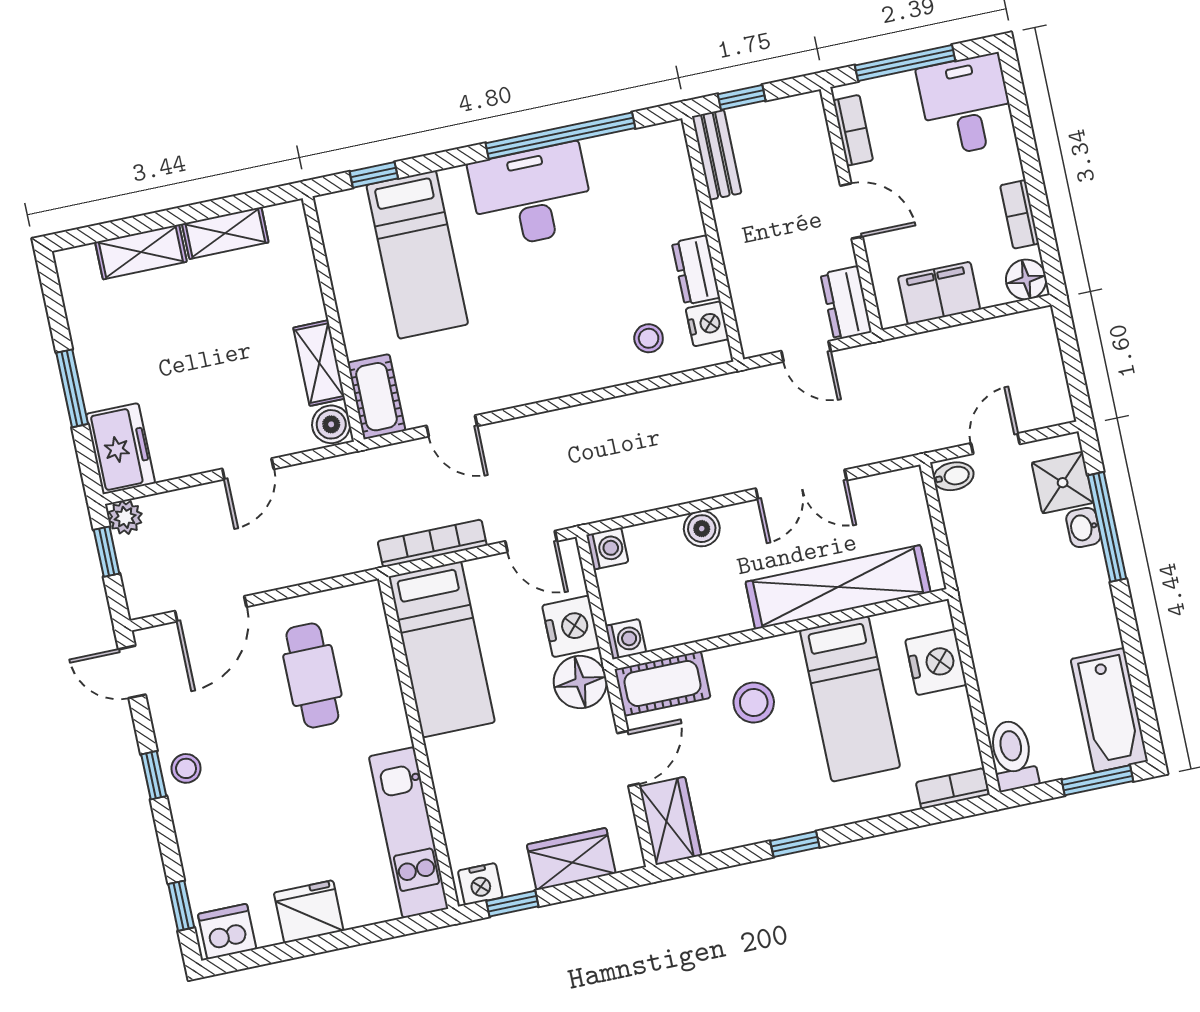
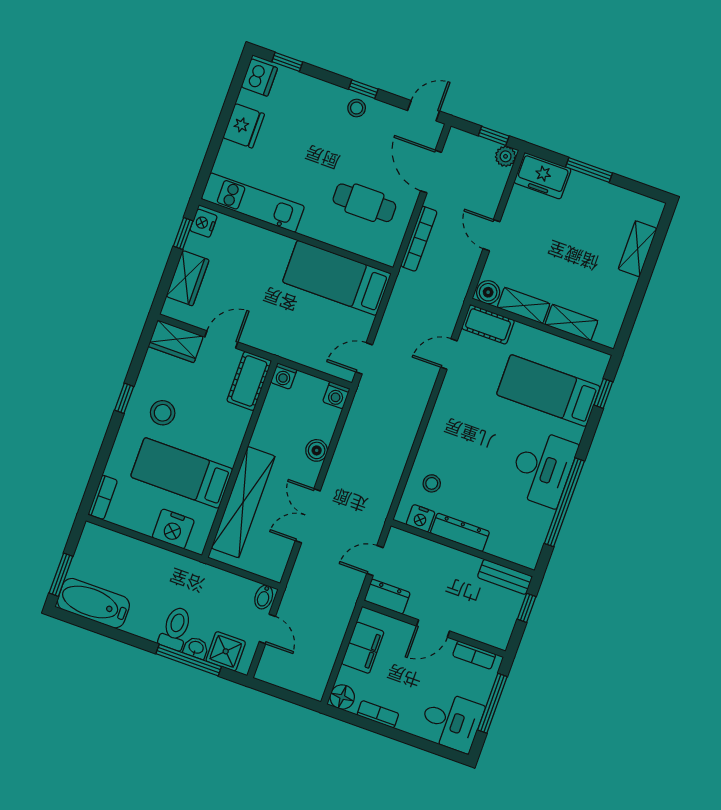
shelving: (225, 233) -> (571, 323), moved, turned 90
dresser: (696, 270) -> (460, 532), width x1.44
bookcase: (432, 543) -> (419, 239), moved
nightstand: (571, 626) -> (308, 352), removed
floor lamp: (580, 682) -> (276, 339), removed
stool: (754, 703) -> (163, 413), moved
toilet: (1013, 755) -> (176, 628), moved, turned -90
door: (628, 758) -> (221, 339), swing flipped

